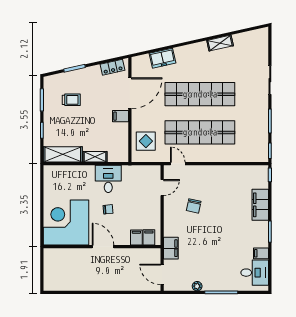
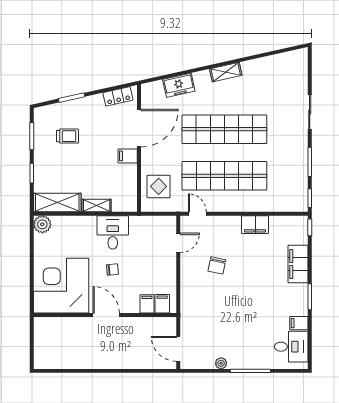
shelving: (220, 43) -> (226, 72), moved
plant: (50, 172) -> (42, 224), added
filing cabinet: (171, 248) -> (255, 225), moved, turned 90

